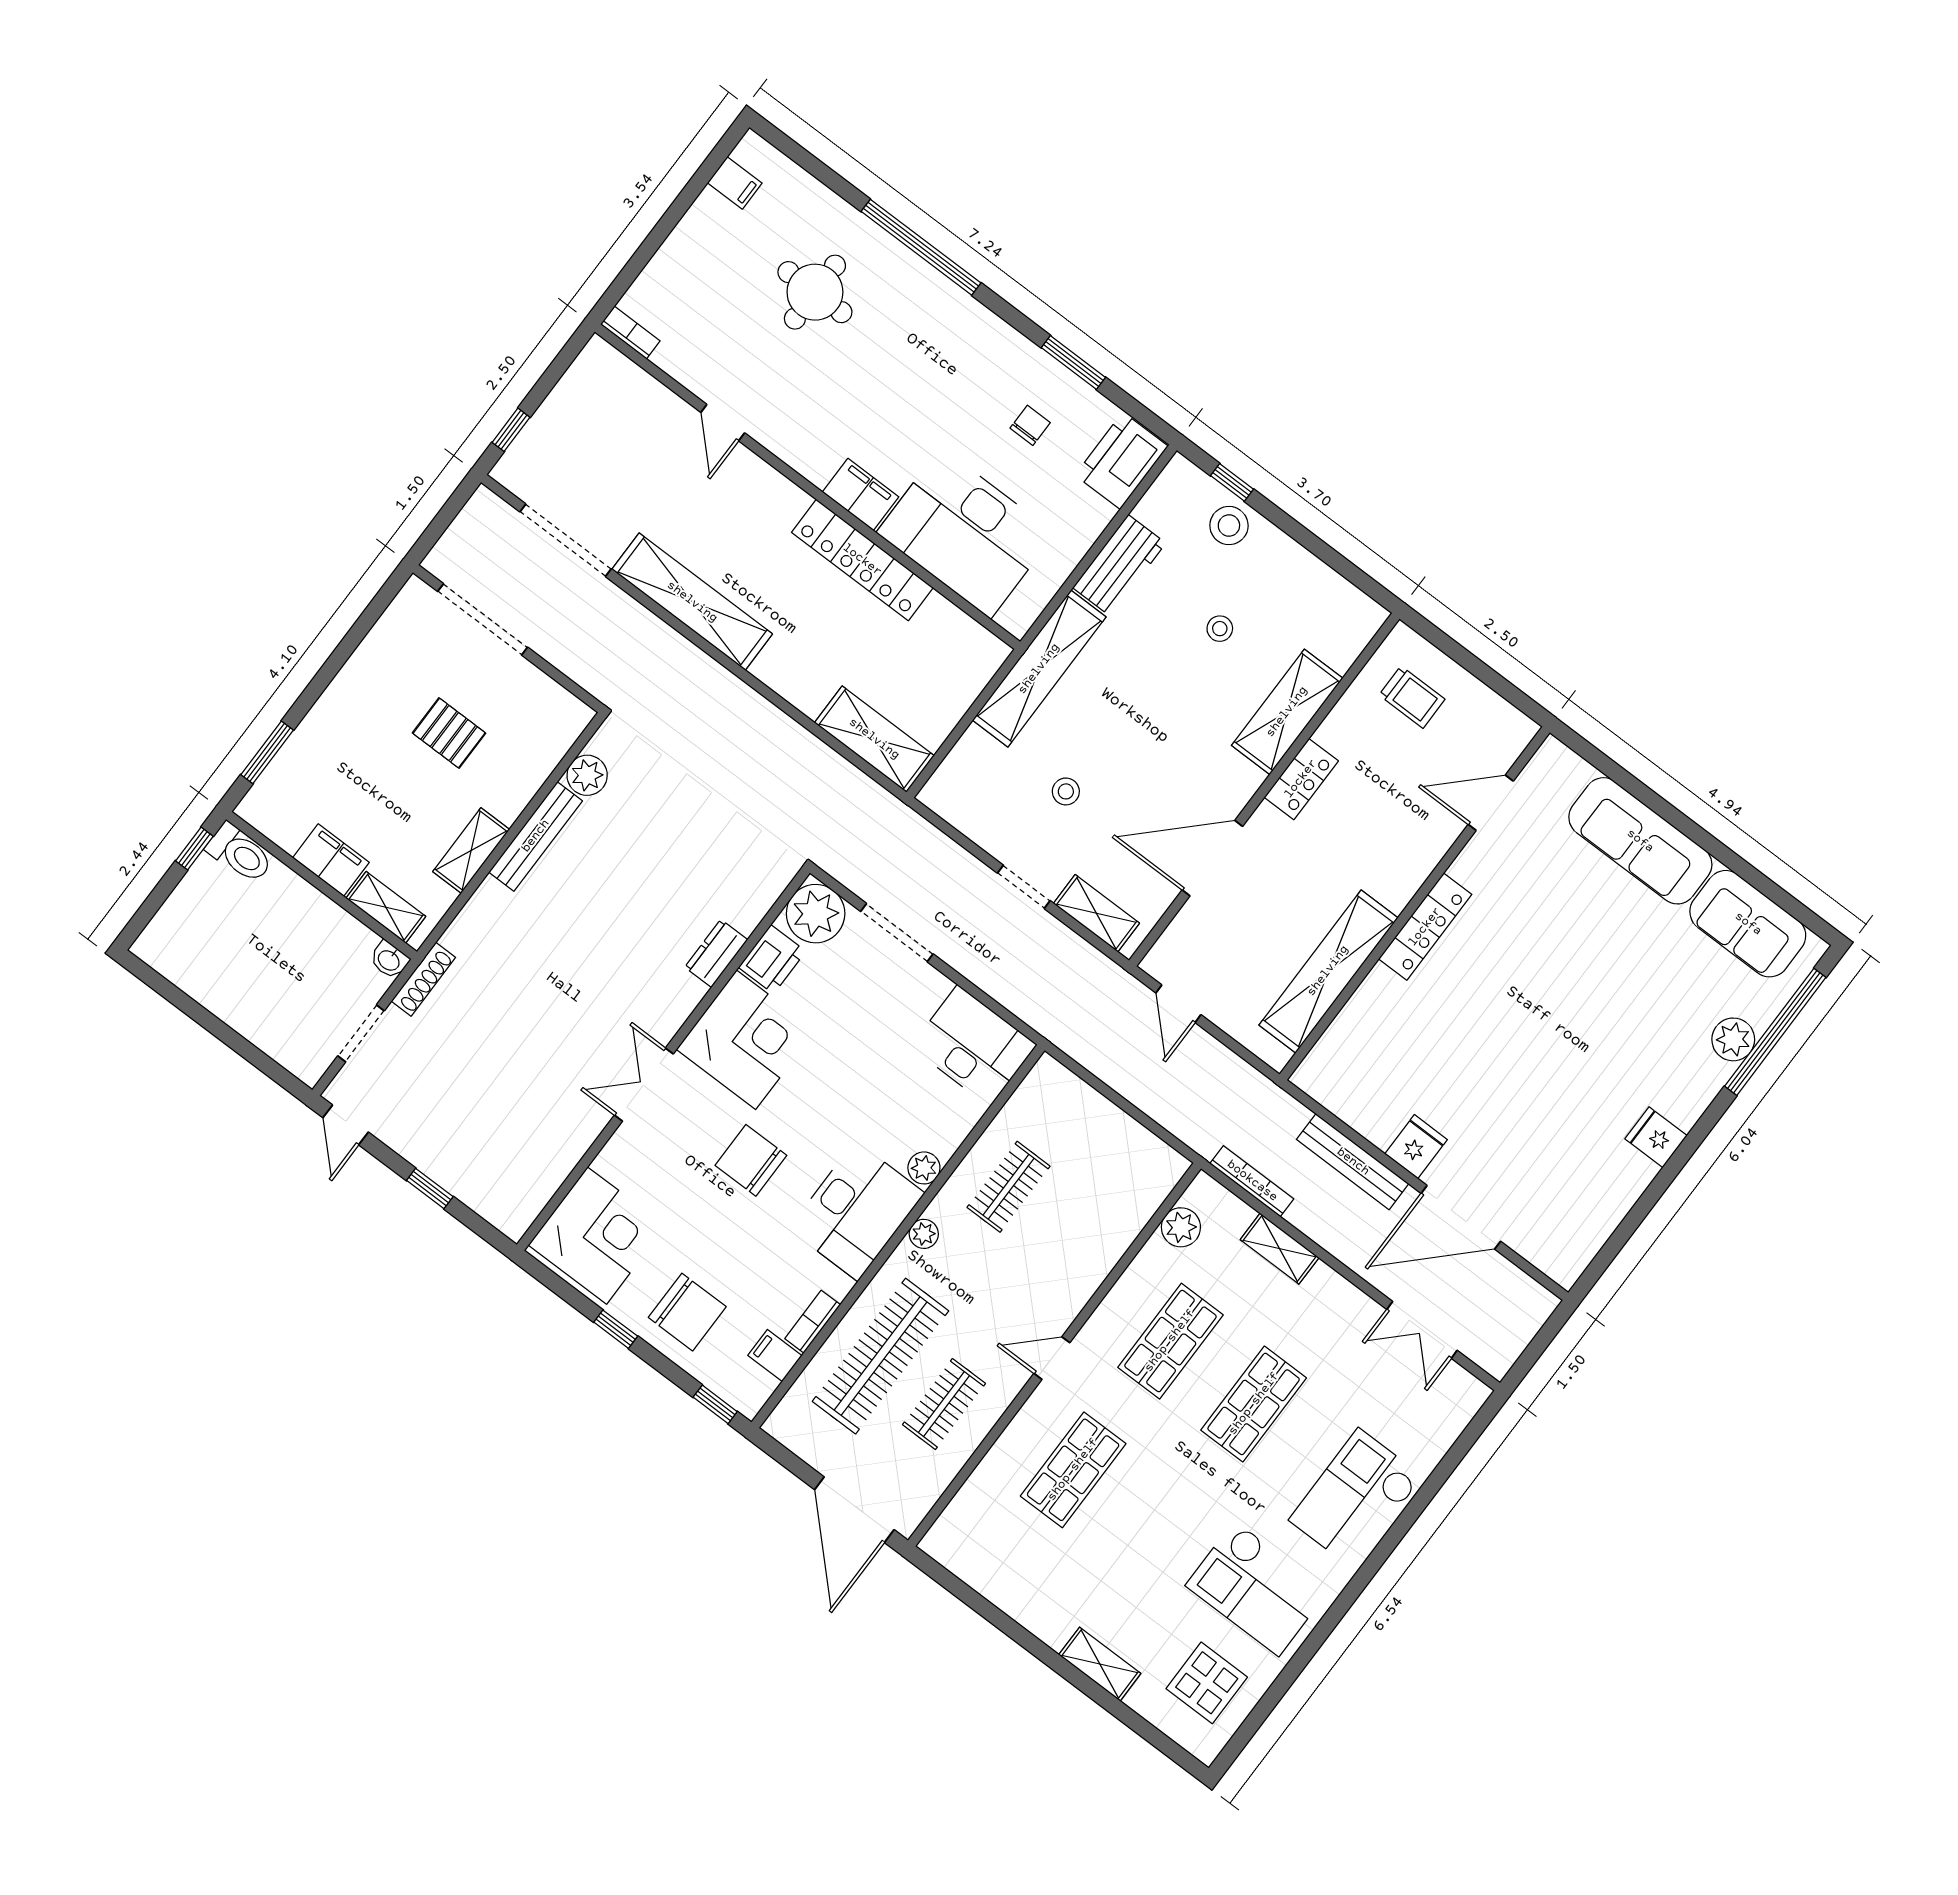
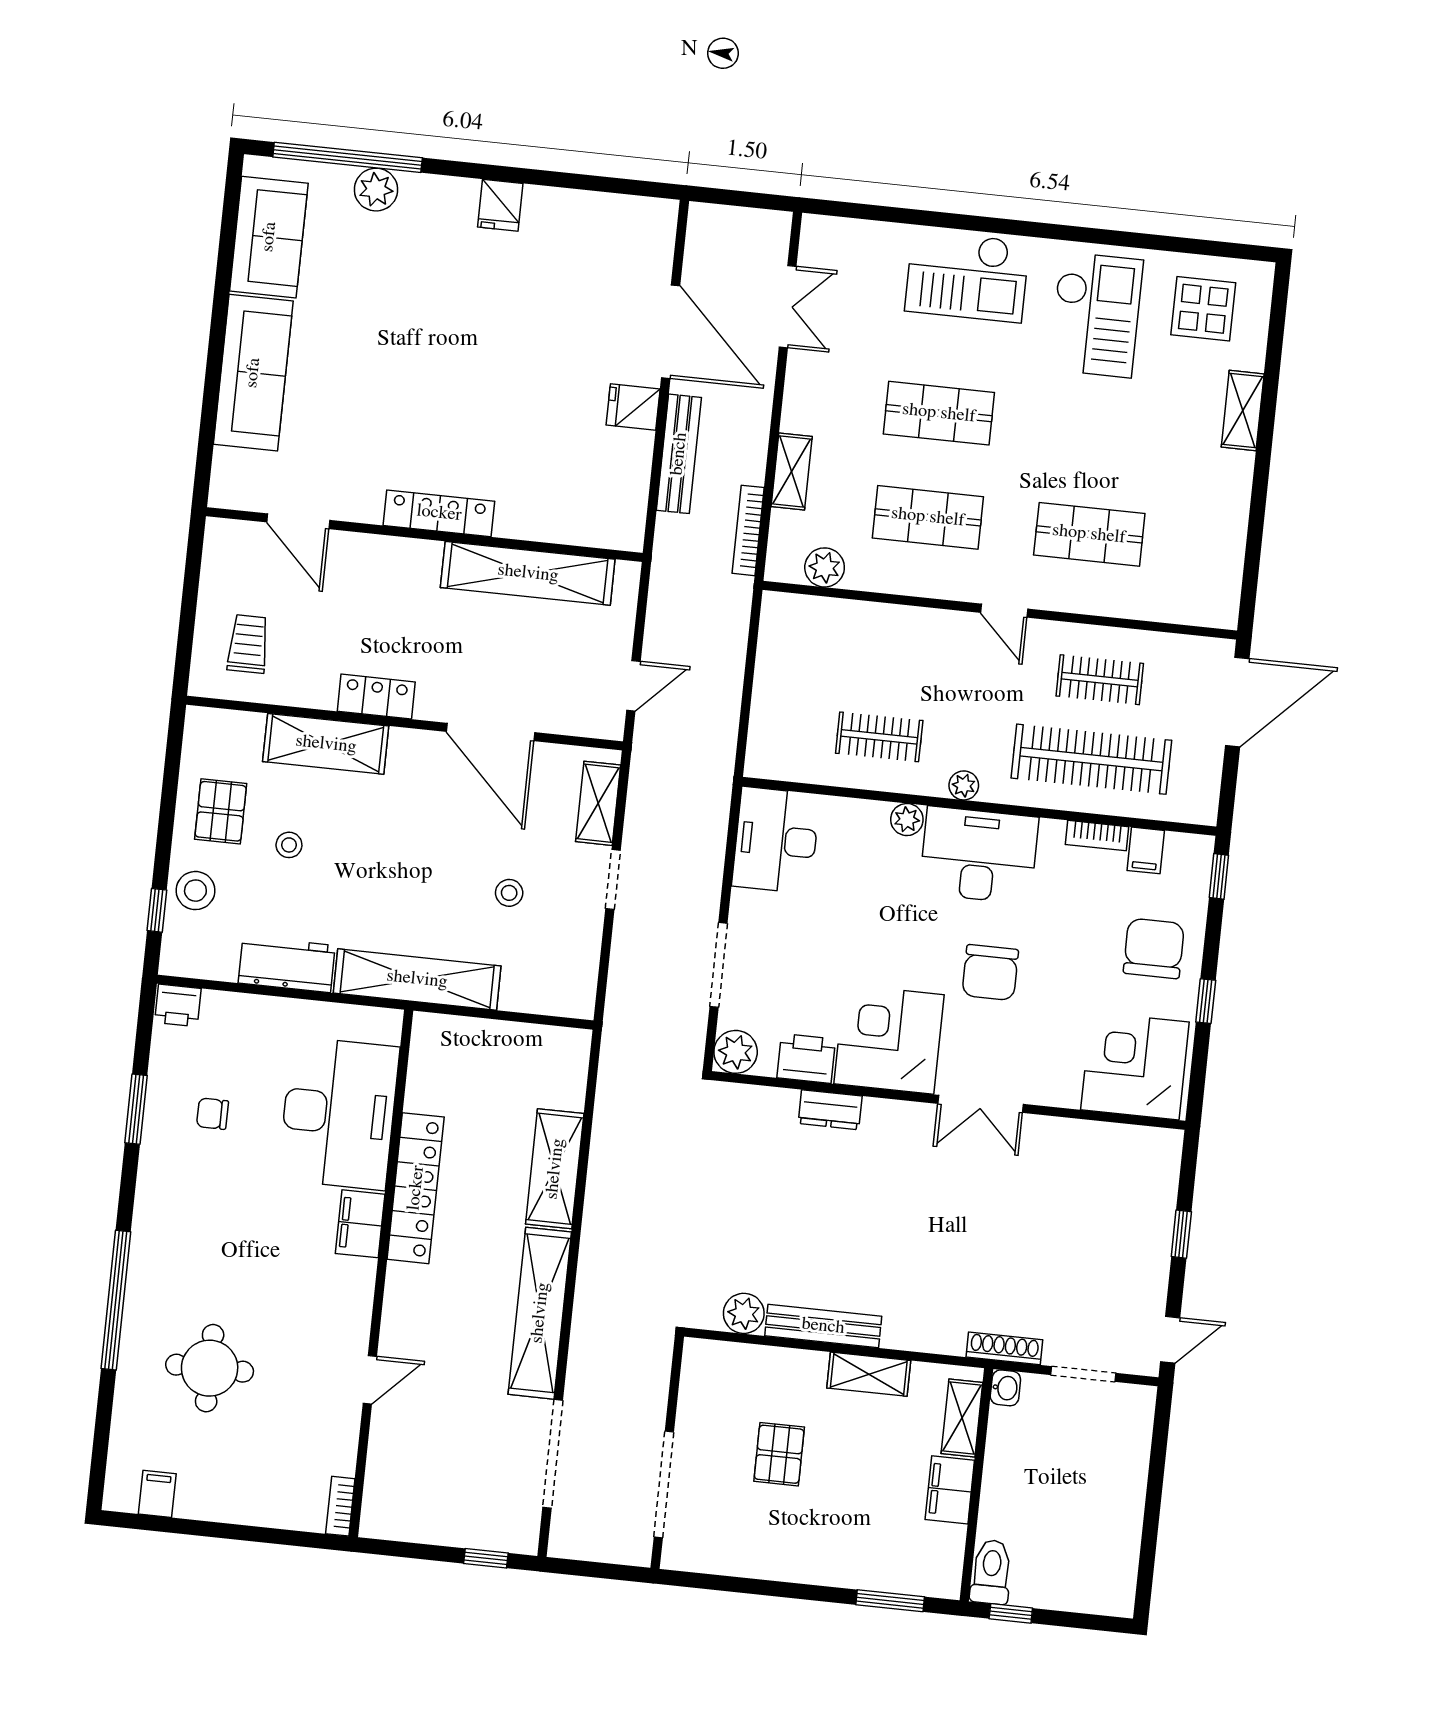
printer: (1122, 461) -> (178, 1005), width x0.53, depth x0.68
pallet: (1283, 588) -> (221, 811), added
shelving: (874, 739) -> (555, 1169), moved
plant: (816, 914) -> (736, 1052), width x0.73, depth x0.73

